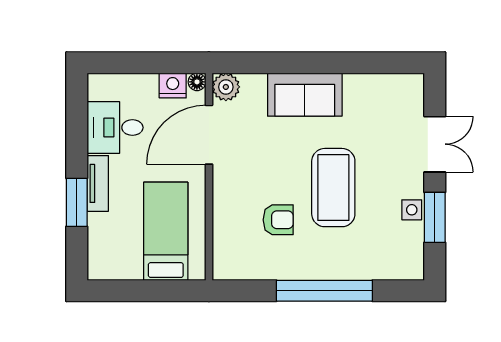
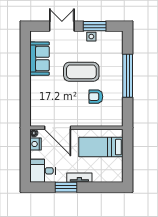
plant: (226, 87) -> (36, 120), removed
sofa: (305, 95) -> (40, 59), moved
desk: (115, 128) -> (42, 171), moved, turned 90
window: (77, 202) -> (66, 187), moved
armchair: (278, 220) -> (96, 97), turned -90

